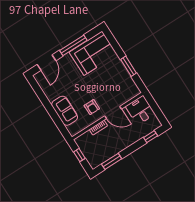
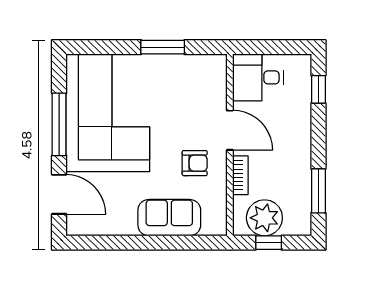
corner sofa: (93, 53) -> (108, 113), width x1.36, depth x1.36
door: (113, 113) -> (230, 130), hinge flipped
plant: (88, 147) -> (264, 218), added

